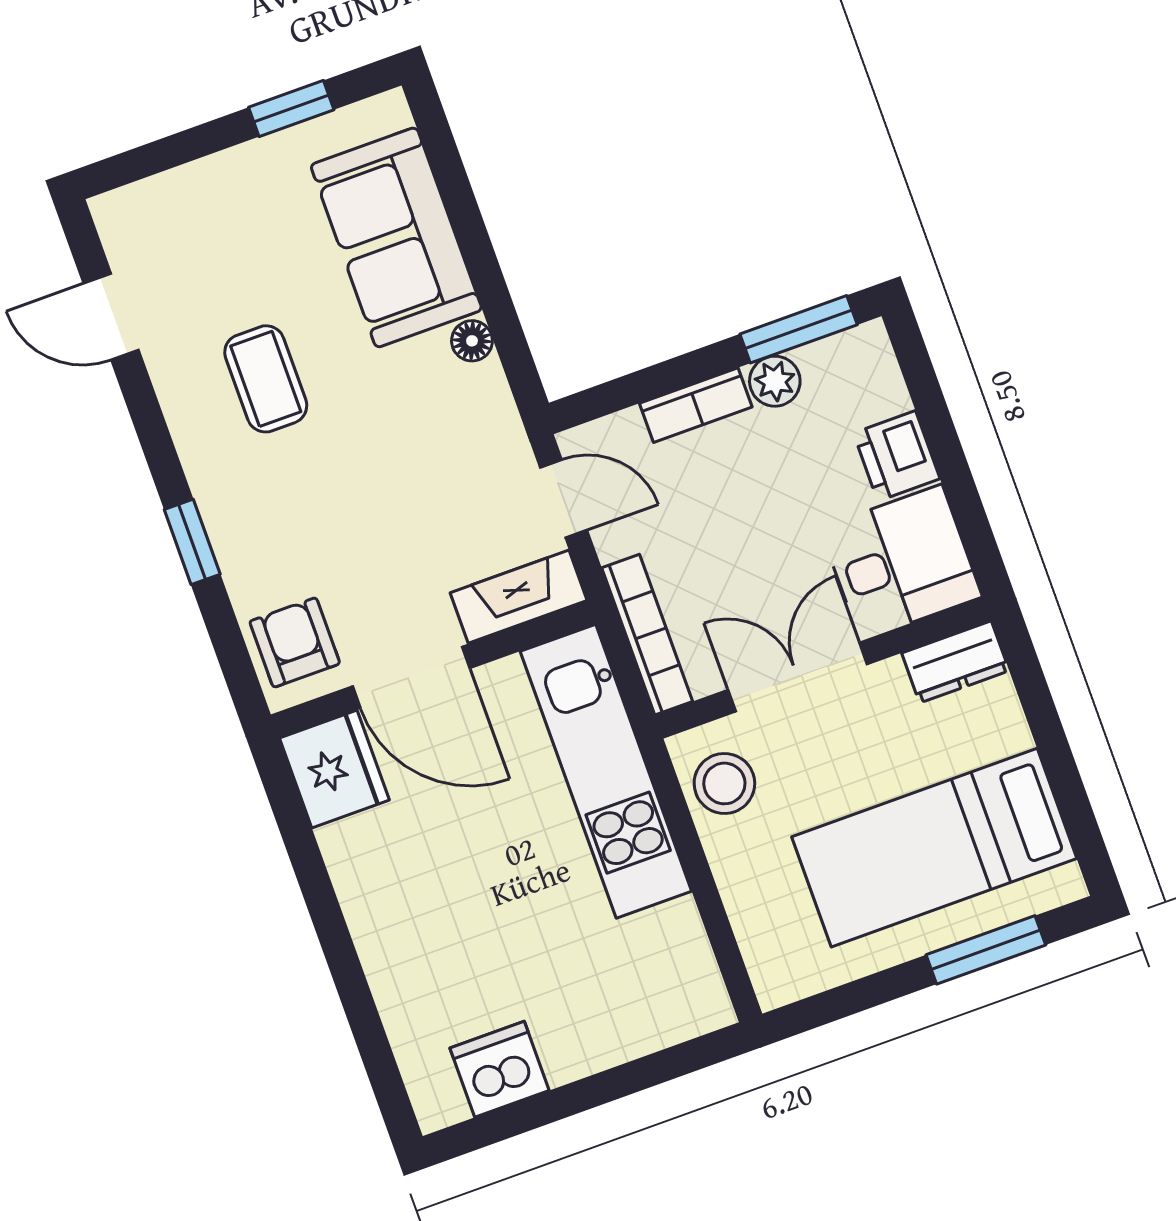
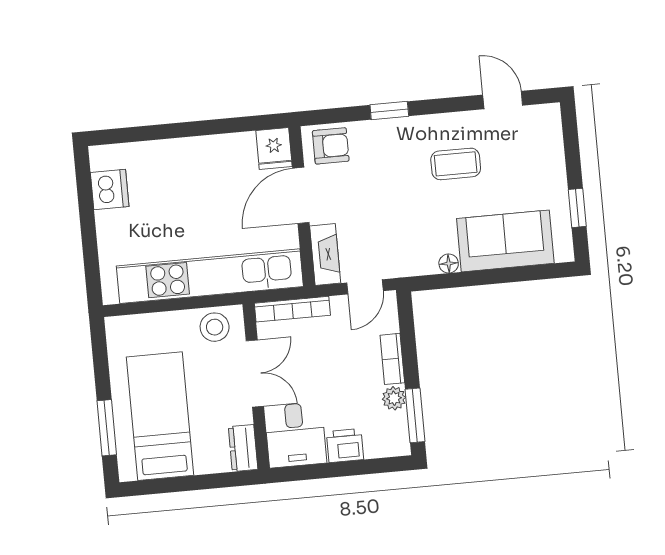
door: (111, 317) -> (503, 100), hinge flipped
fridge: (334, 769) -> (274, 148), width x0.72
kitchen unit: (606, 771) -> (210, 276), width x1.36

